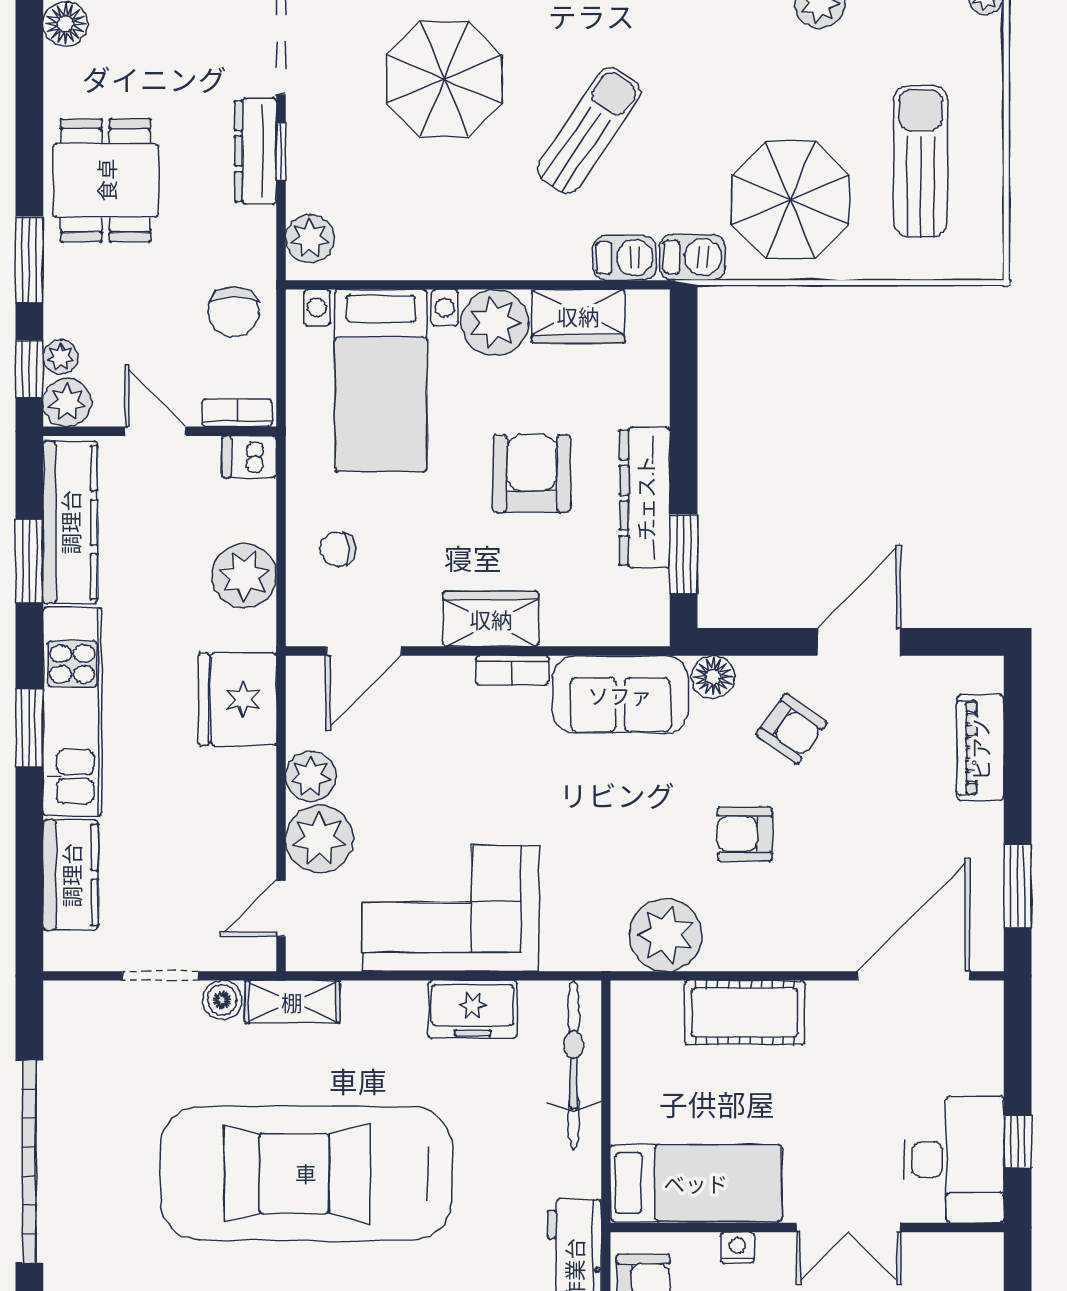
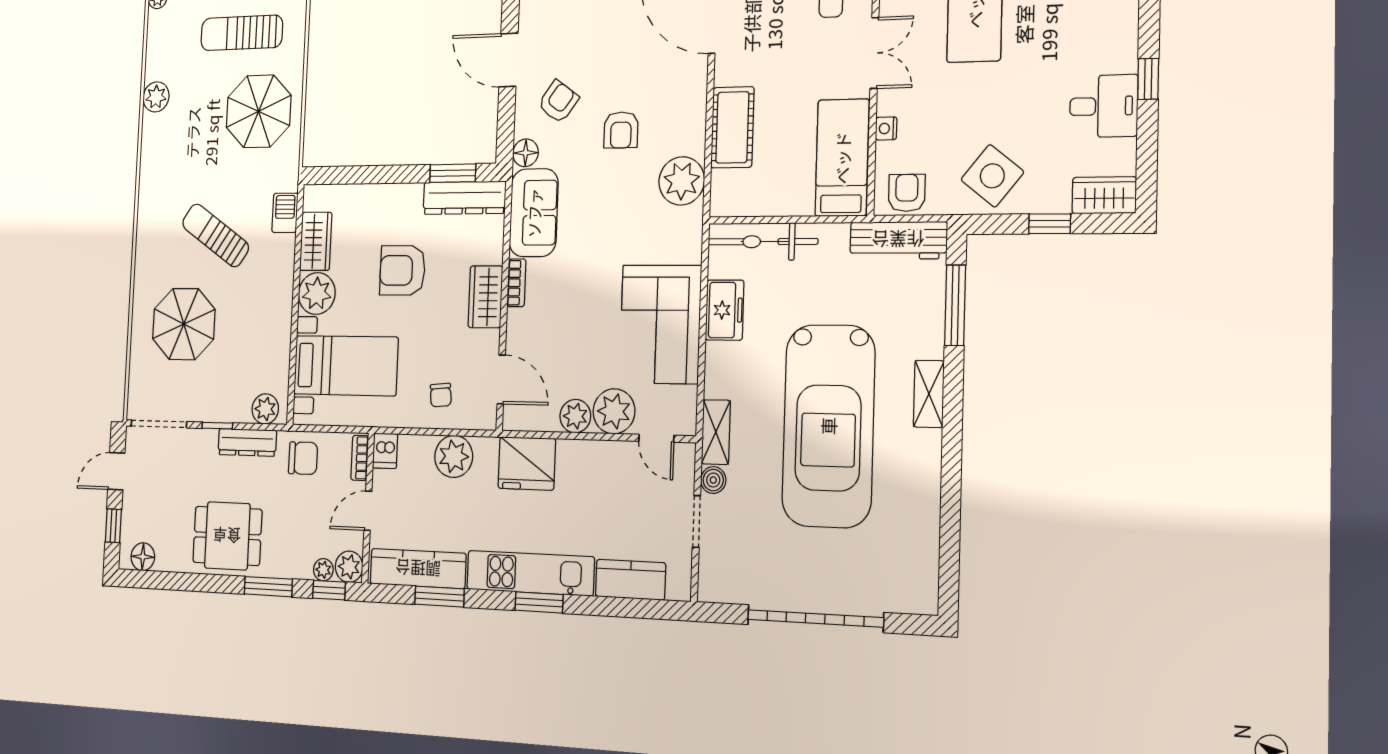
dresser: (256, 151) -> (247, 442), moved
barbecue: (693, 257) -> (287, 171), removed
dresser: (645, 498) -> (464, 198), moved

